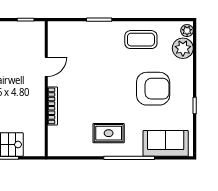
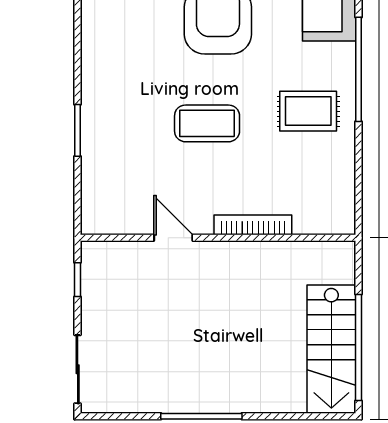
coffee table: (141, 40) -> (207, 123), moved, turned 90
rug: (109, 133) -> (308, 111), turned 90

